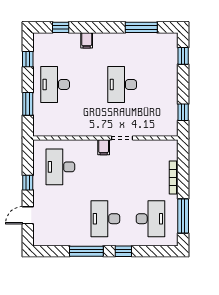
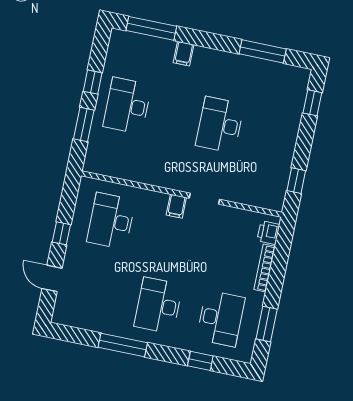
window: (61, 27) -> (151, 28), width x2.17
window: (28, 59) -> (93, 82), moved
printer: (171, 152) -> (268, 233), added
door: (28, 215) -> (52, 278), hinge flipped
window: (183, 216) -> (267, 324), width x0.69
window: (123, 251) -> (200, 361), moved

